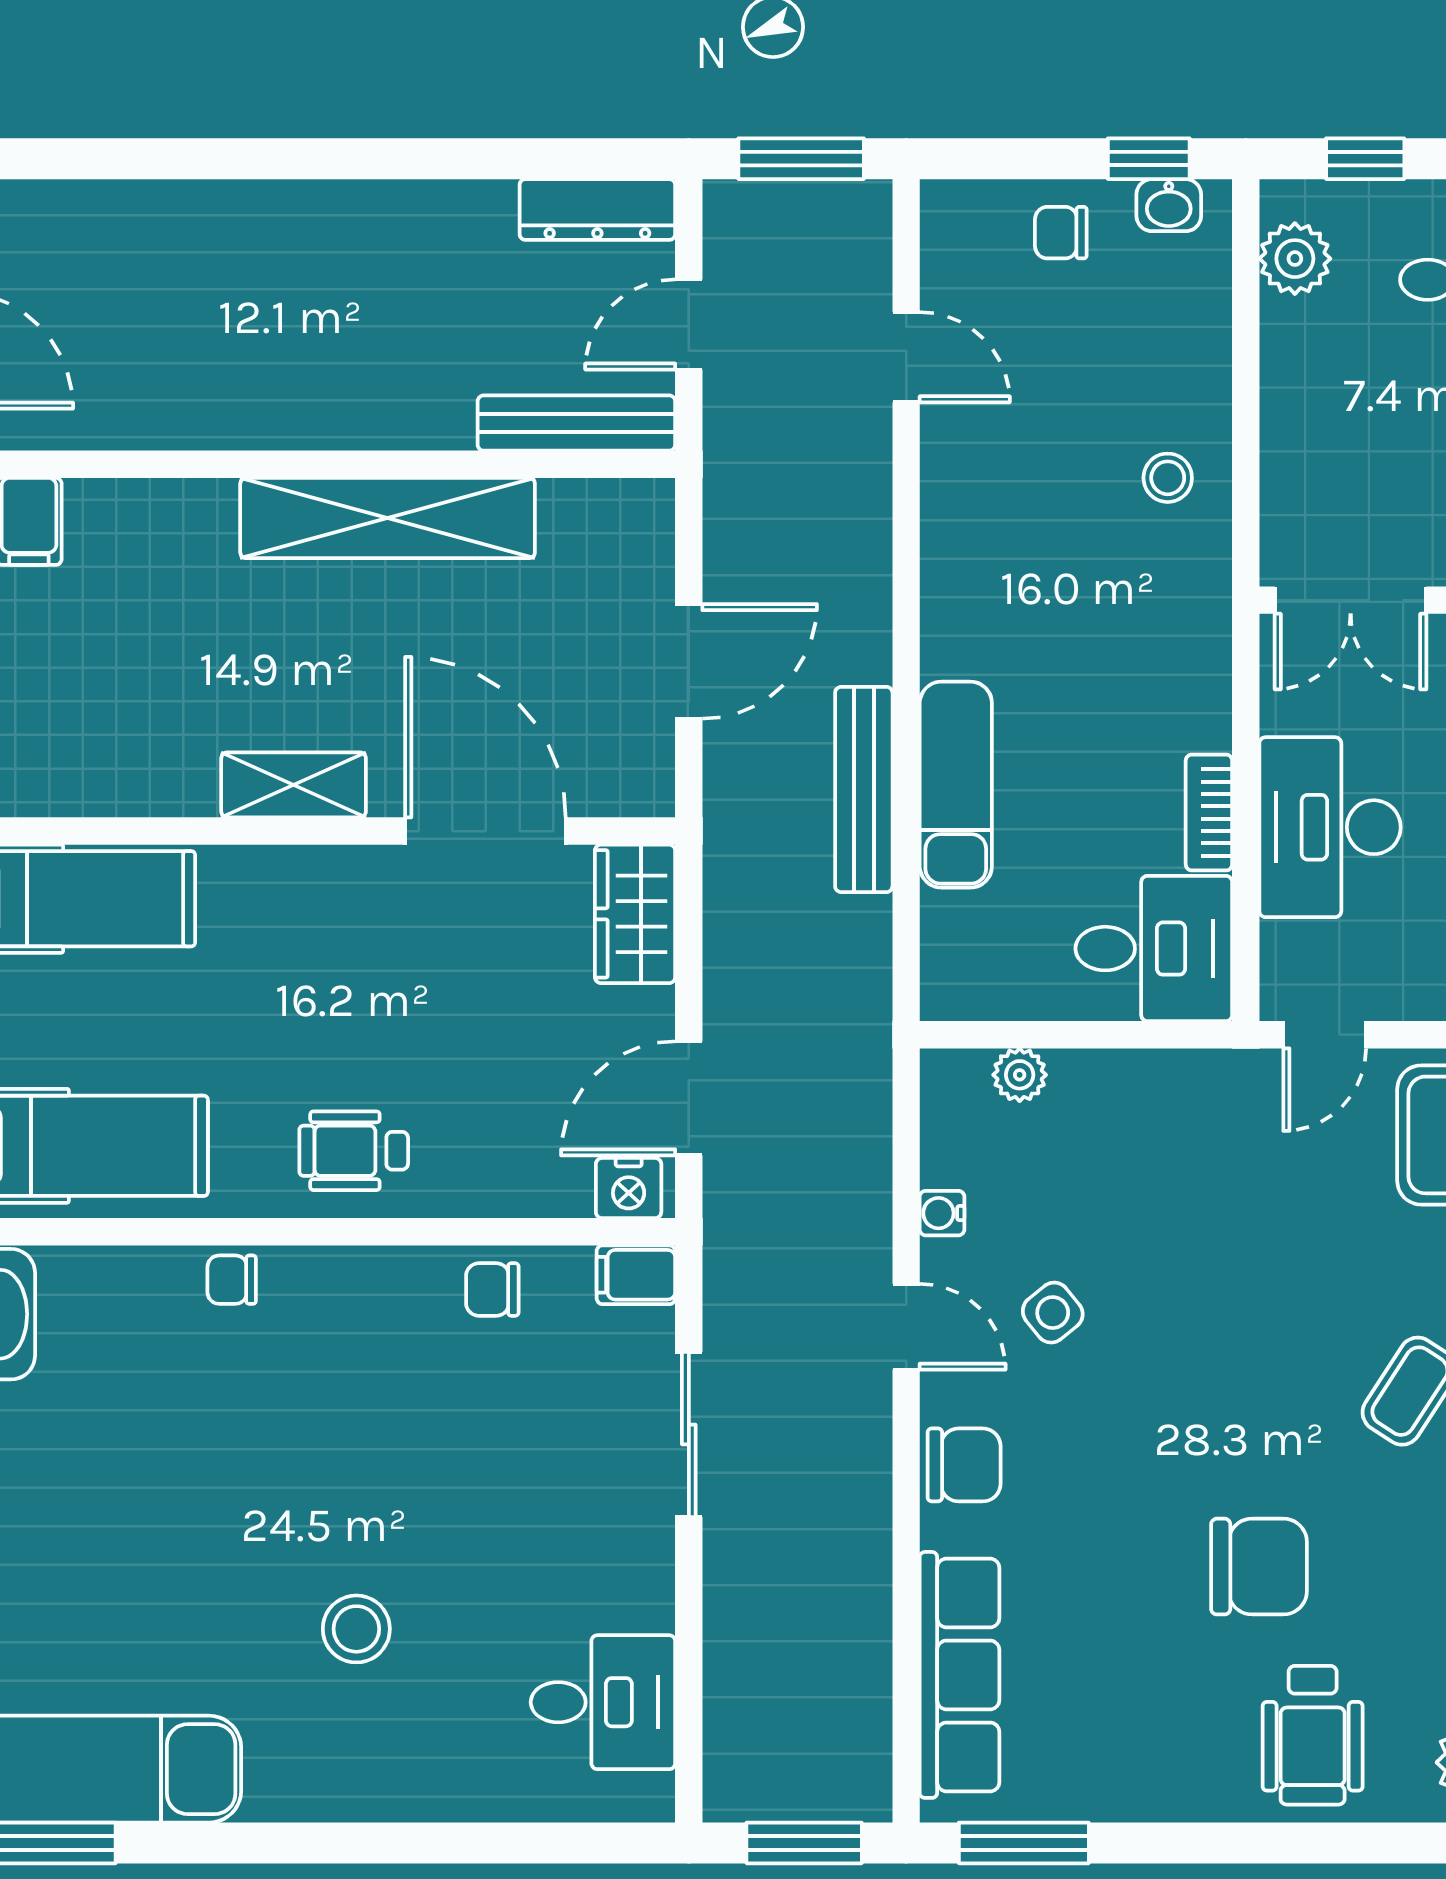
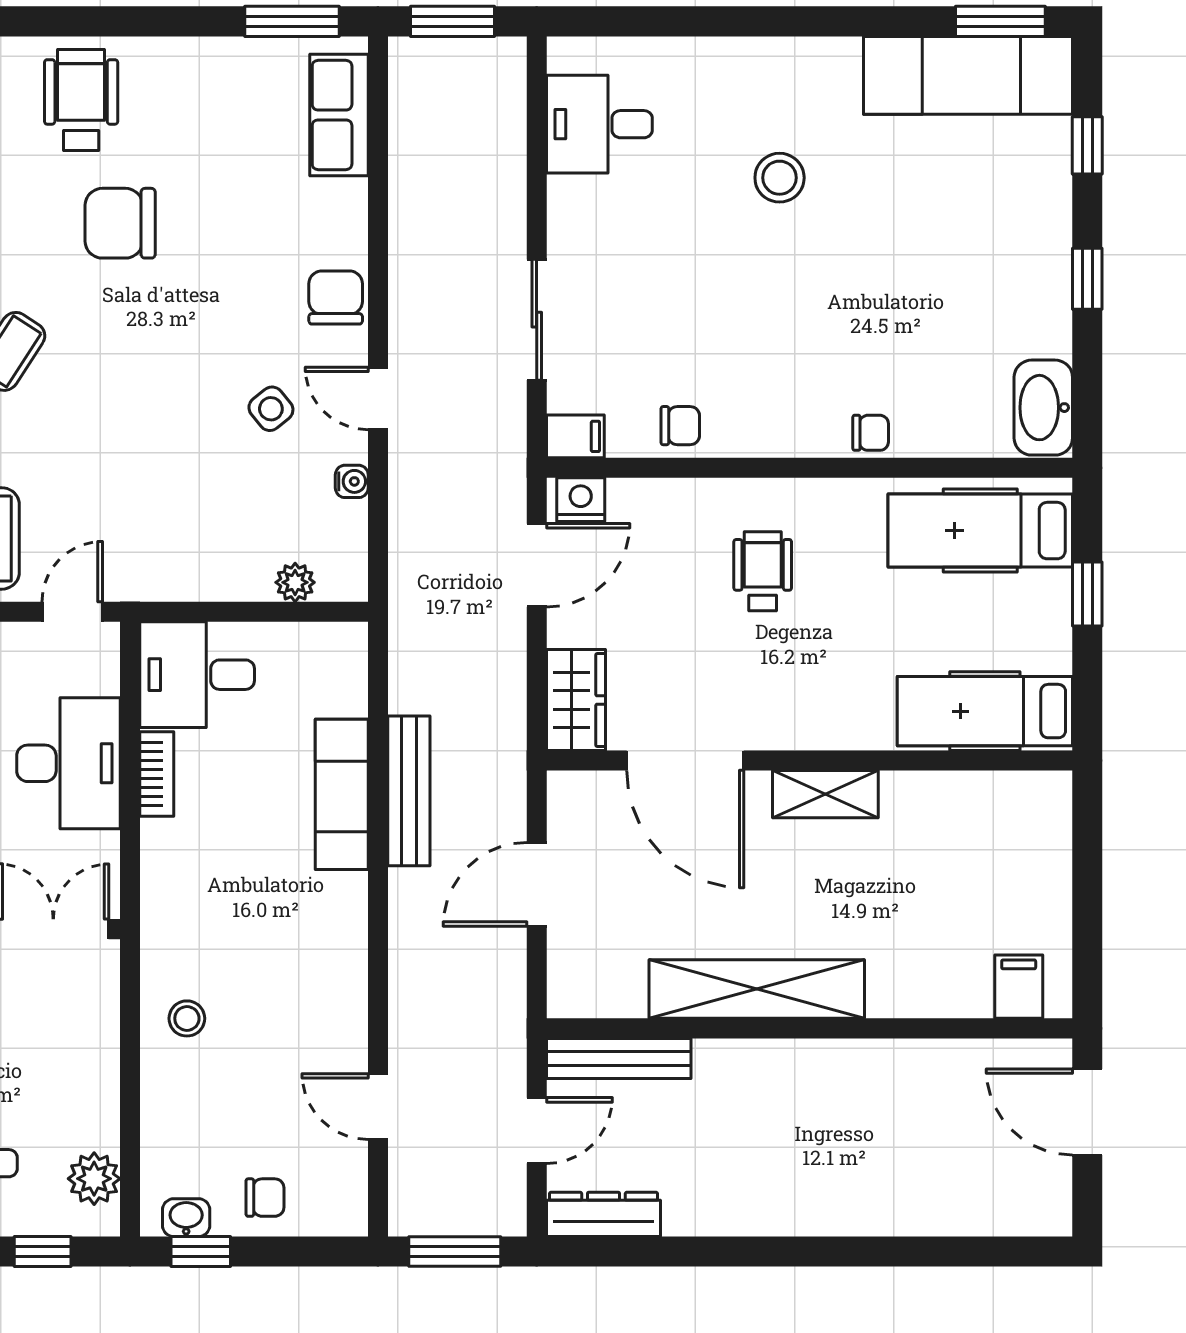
wheelchair: (354, 1151) -> (763, 571), moved, turned -90
chair: (964, 1465) -> (336, 297), turned 90
row of seats: (959, 1675) -> (339, 115), width x0.68

